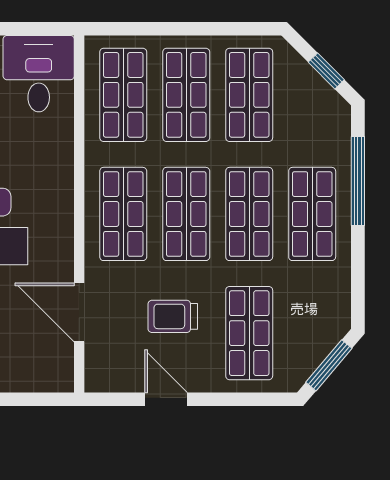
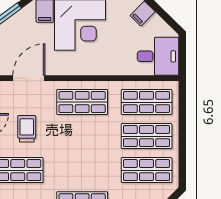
shop shelf: (186, 214) -> (82, 136), removed
shop shelf: (249, 214) -> (82, 170), removed

